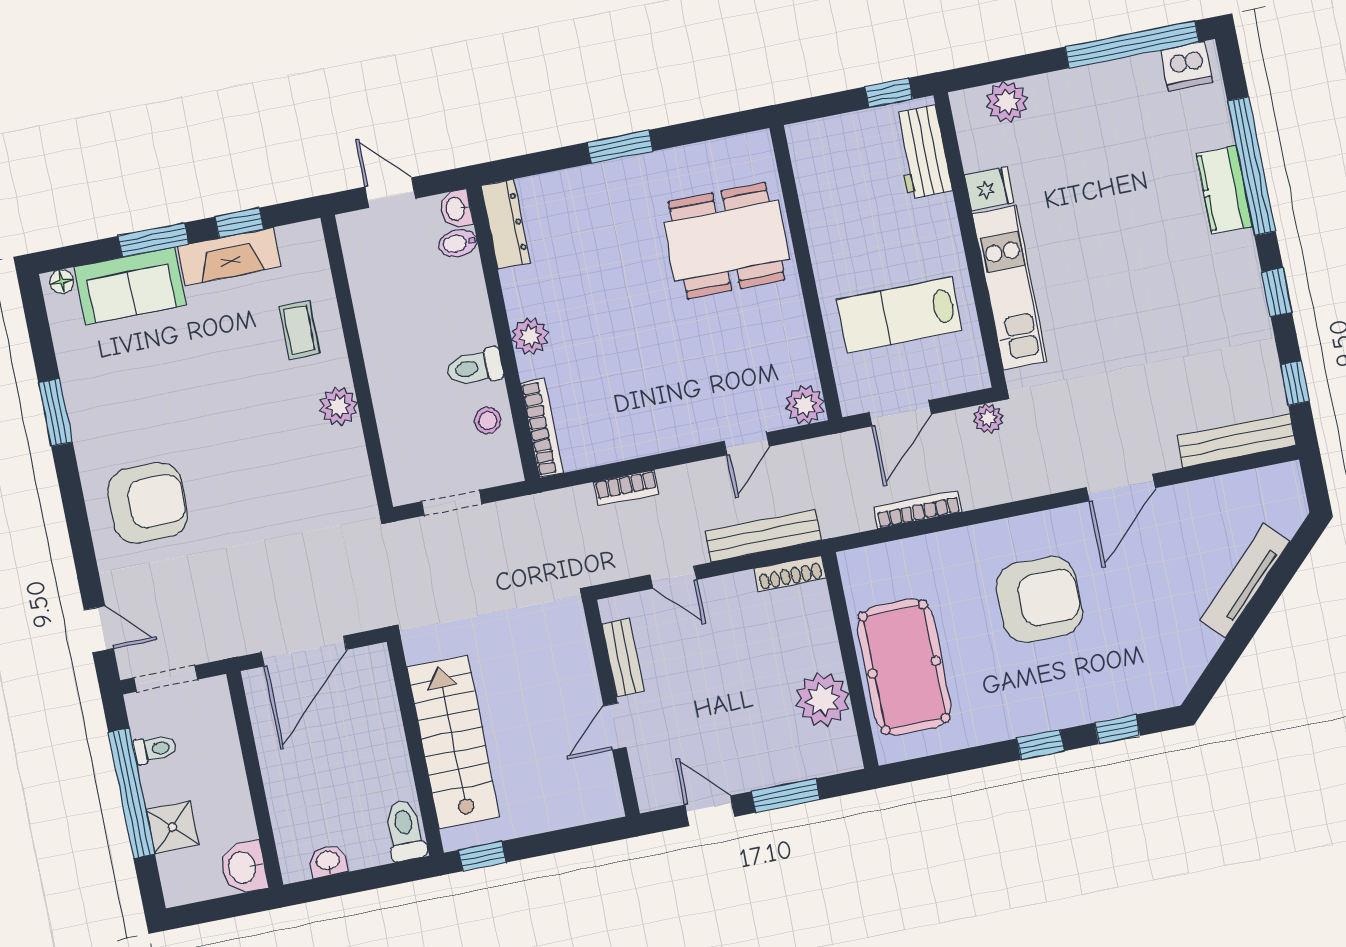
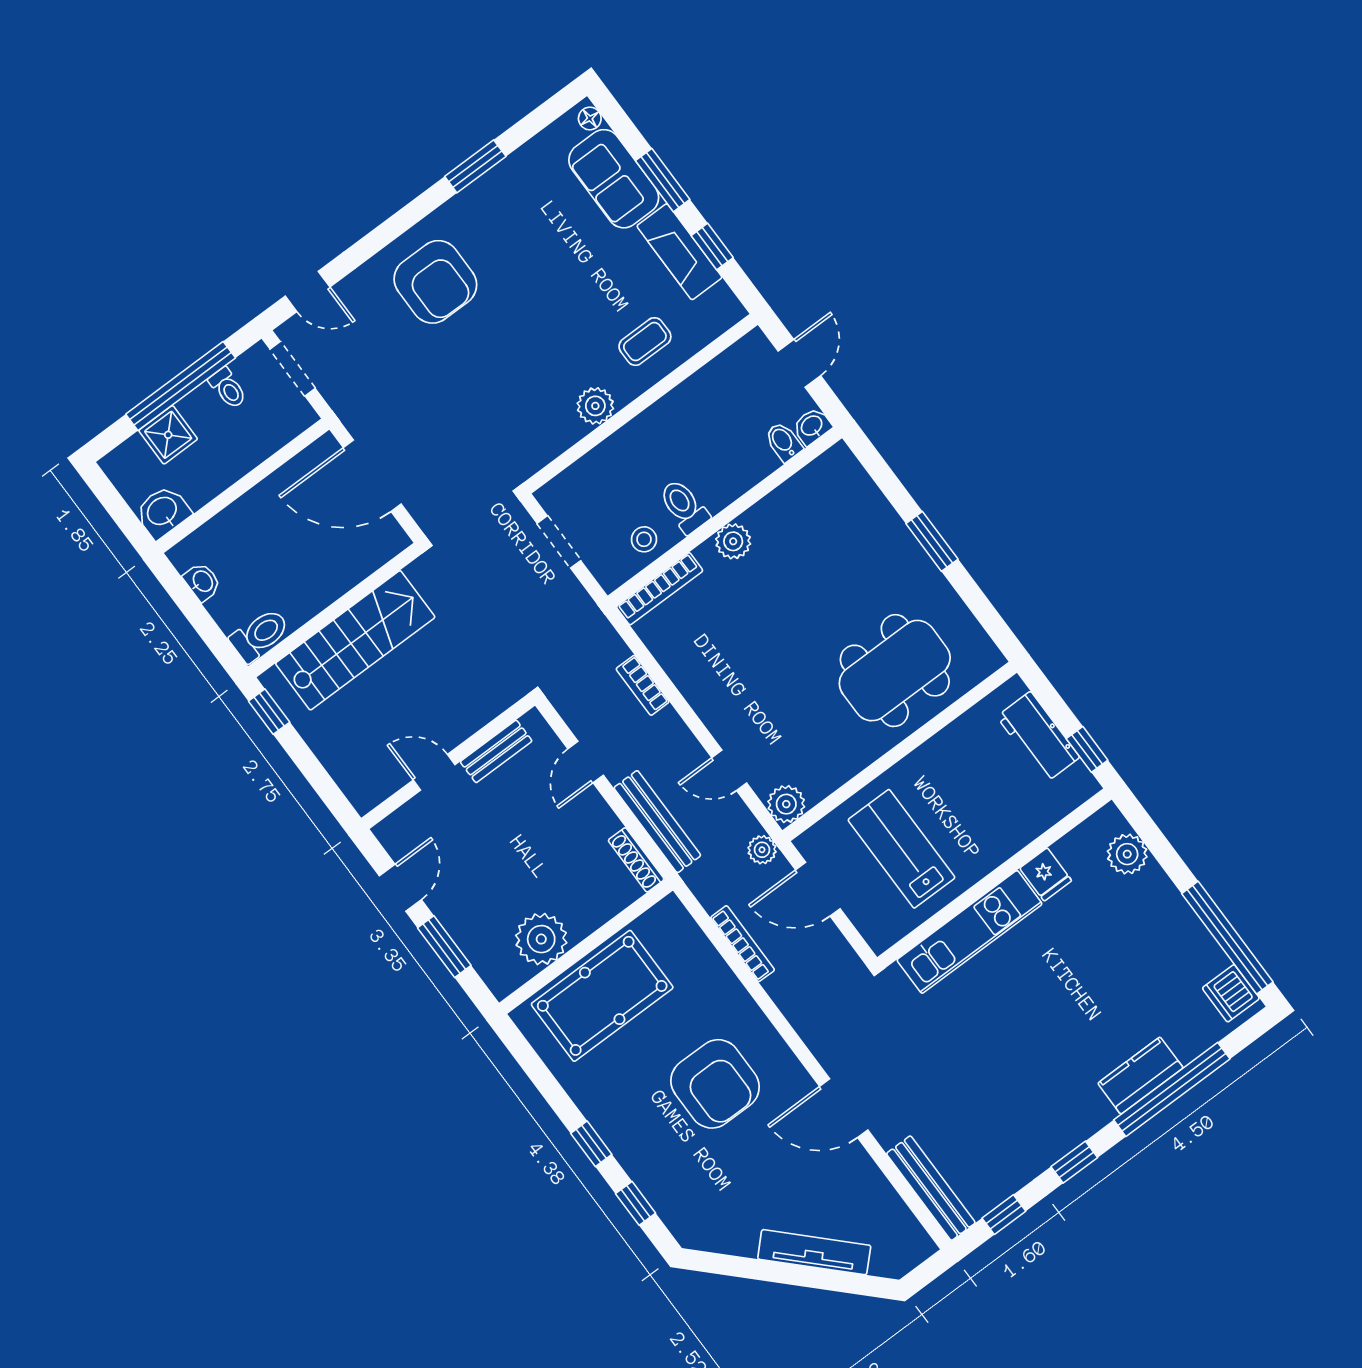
workbench: (922, 152) -> (1038, 737), moved, turned -90
dresser: (506, 224) -> (819, 475), removed
dining table: (726, 241) -> (895, 671), turned 90
plant: (988, 418) -> (762, 850), moved
door: (99, 629) -> (308, 291), hinge flipped

